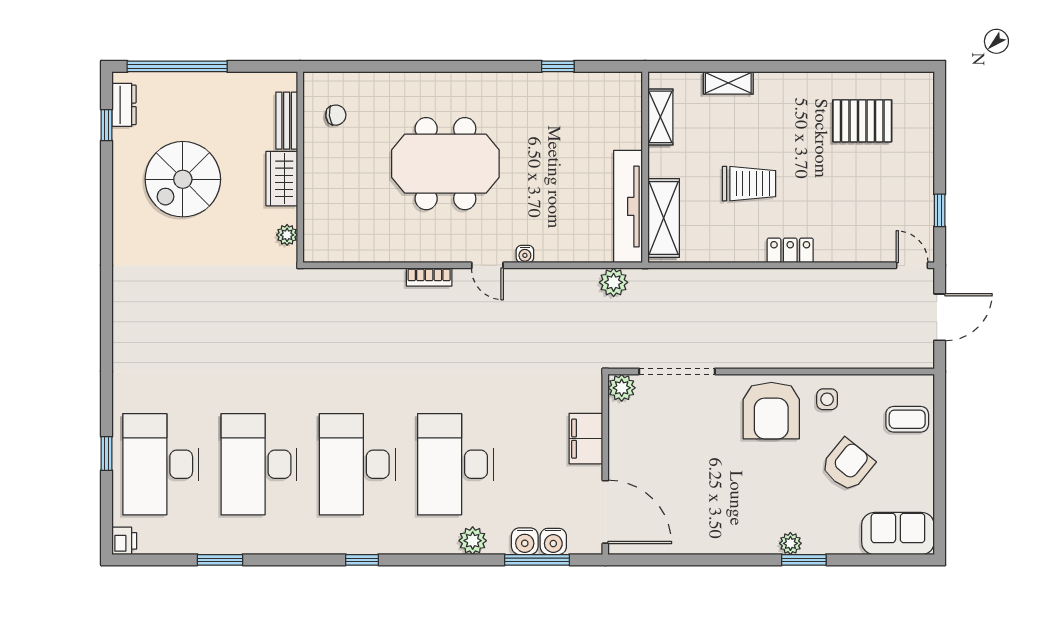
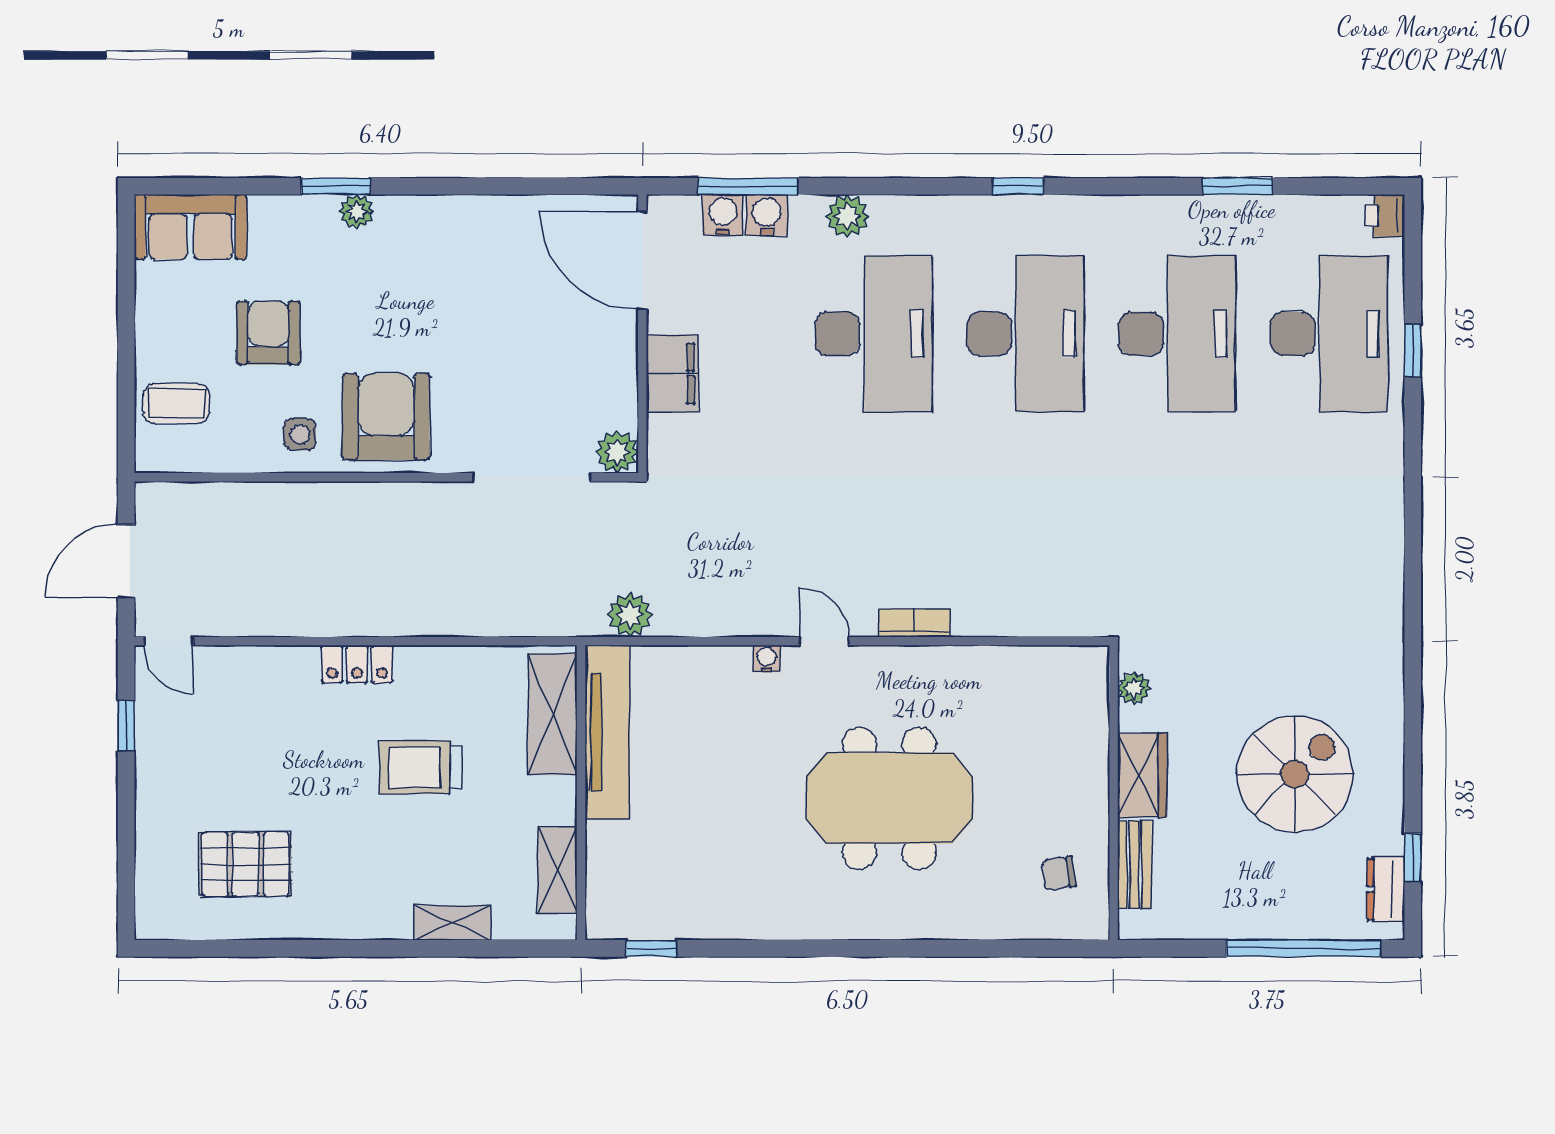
window: (558, 66) -> (651, 948), moved
armchair: (848, 465) -> (268, 333), turned 141

